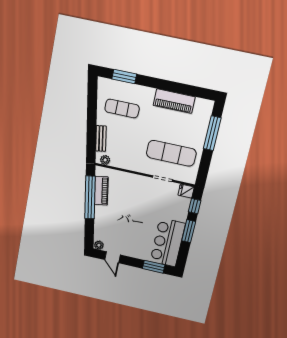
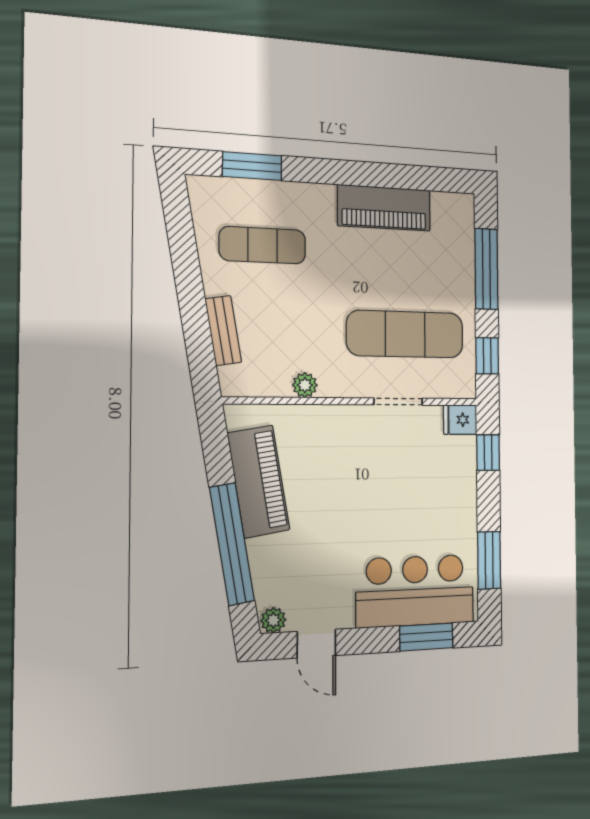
plant: (105, 160) -> (305, 385), moved
window: (204, 168) -> (487, 356), added
piano: (101, 191) -> (258, 481), width x1.37, depth x1.33
window: (90, 197) -> (232, 544), moved
window: (189, 231) -> (489, 560), moved
bar counter: (168, 242) -> (415, 591), moved, turned 90

